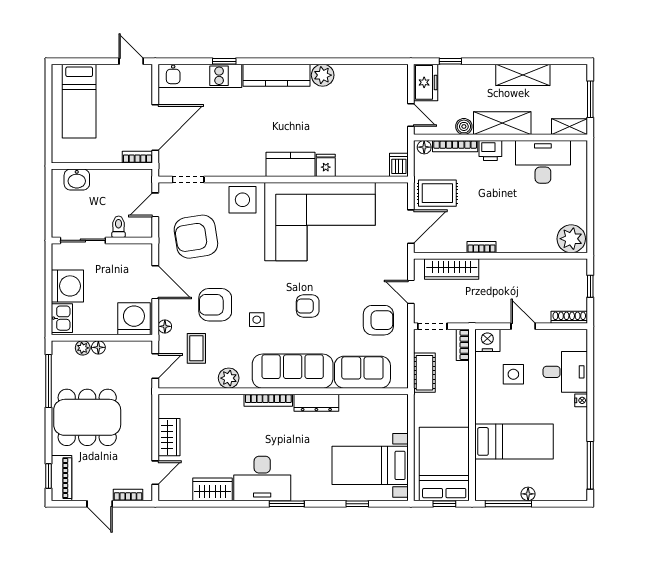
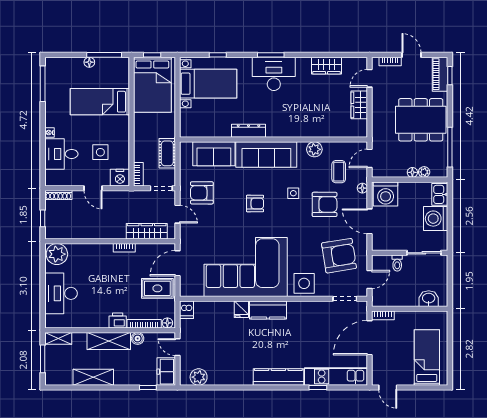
plant: (323, 75) -> (199, 377), moved
desk: (543, 162) -> (61, 293), moved, turned 90
bookcase: (268, 400) -> (285, 133), removed
desk: (262, 478) -> (274, 74), moved

